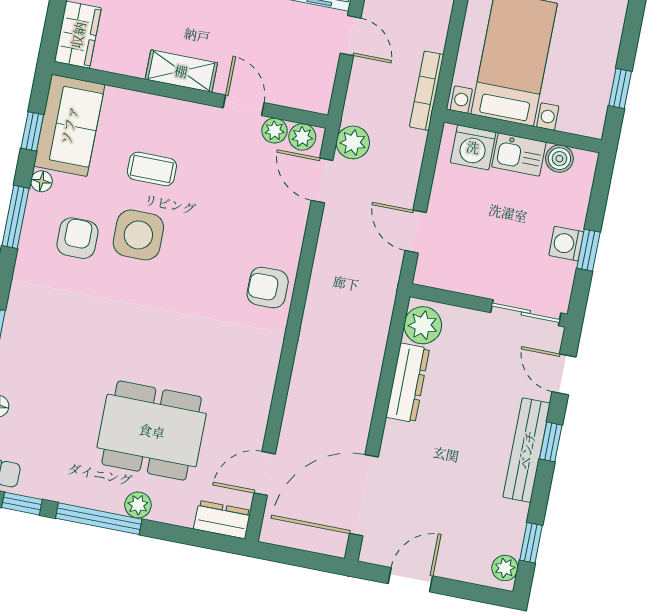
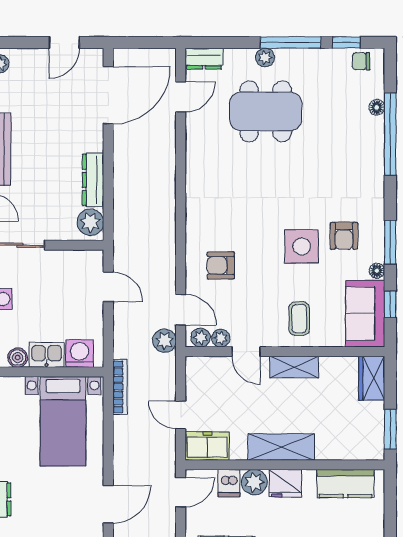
coffee table: (152, 169) -> (299, 319), moved, turned 90
armchair: (268, 288) -> (221, 265), moved, turned 180

